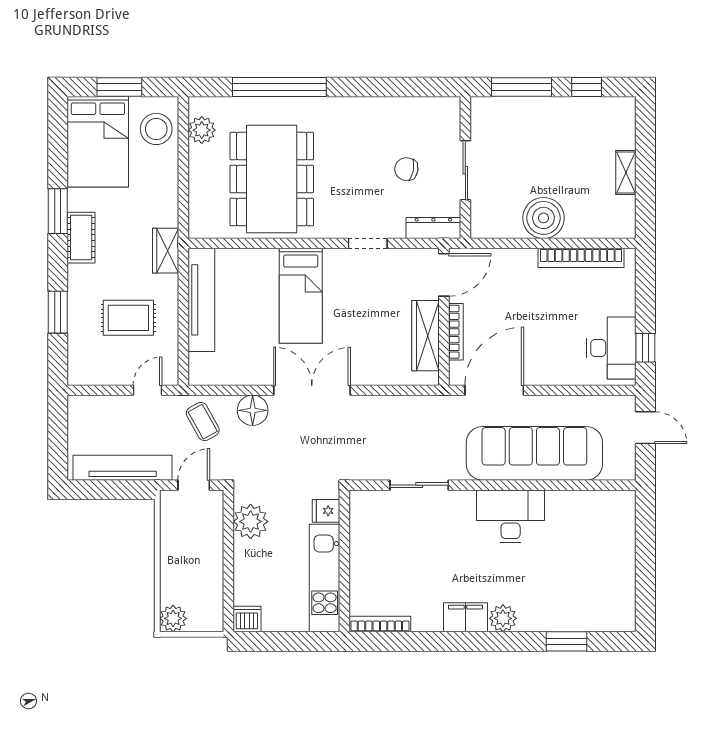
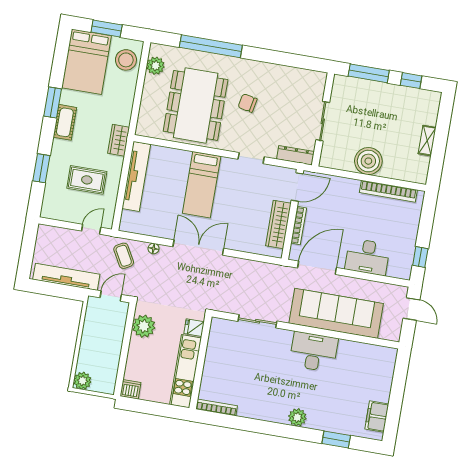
chair: (406, 169) -> (248, 103), moved
desk: (611, 348) -> (367, 257), moved, turned 90
floor lamp: (253, 410) -> (154, 248), width x0.53, depth x0.53
filing cabinet: (465, 617) -> (377, 417), moved, turned -90

